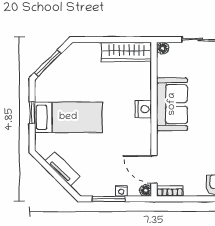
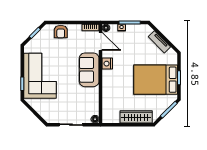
wardrobe: (127, 52) -> (136, 117), moved
sofa: (172, 104) -> (89, 70), moved
nightstand: (143, 109) -> (107, 64), moved
bed: (68, 117) -> (156, 80), width x1.50

